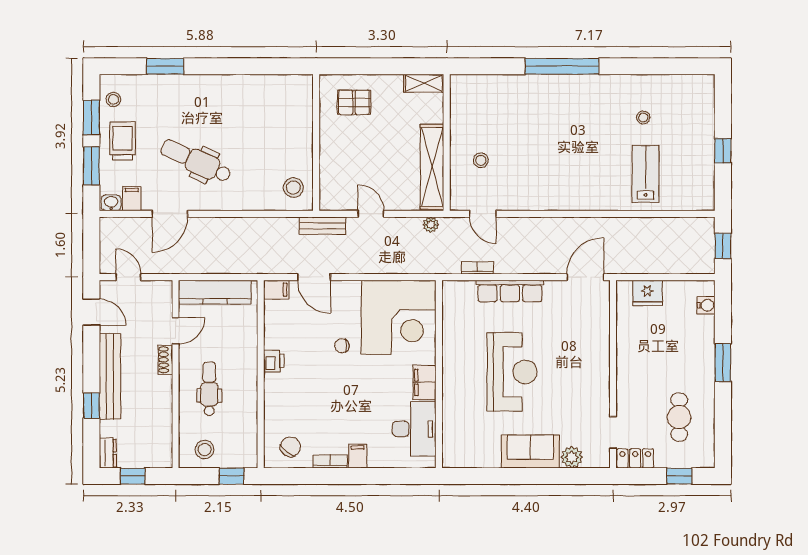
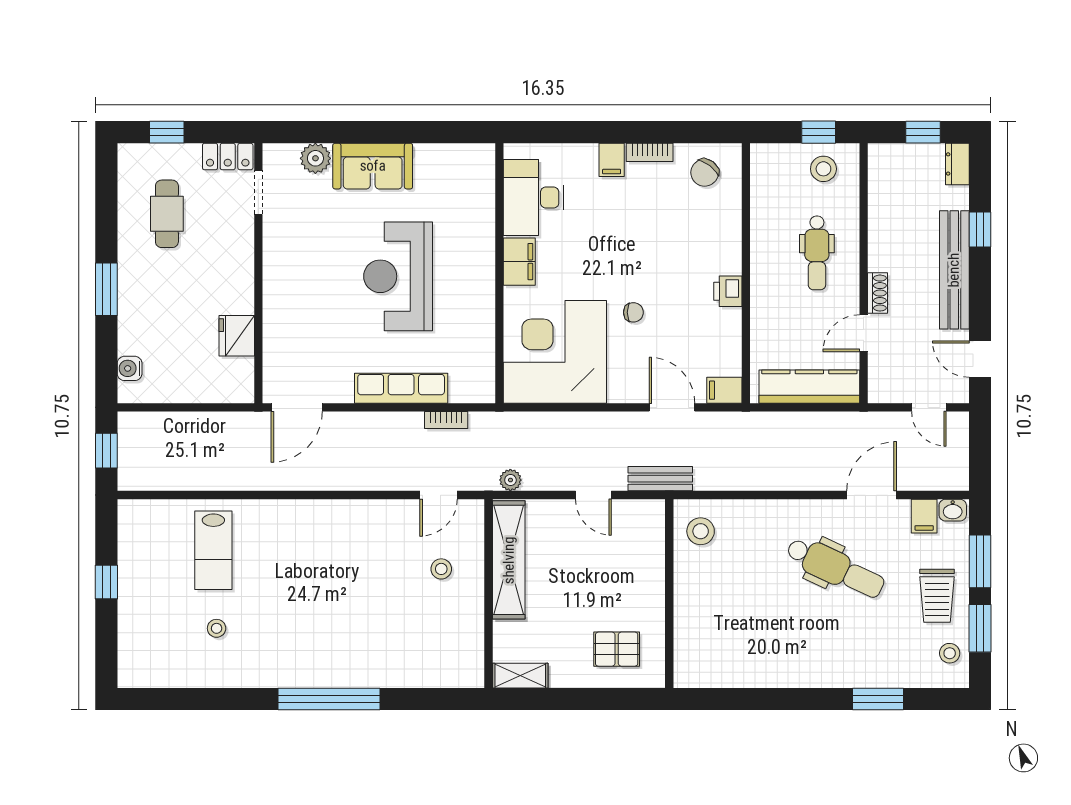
door: (483, 214) -> (439, 495), swing flipped
fridge: (647, 293) -> (237, 336), moved, turned -90
window: (232, 476) -> (819, 132), moved

